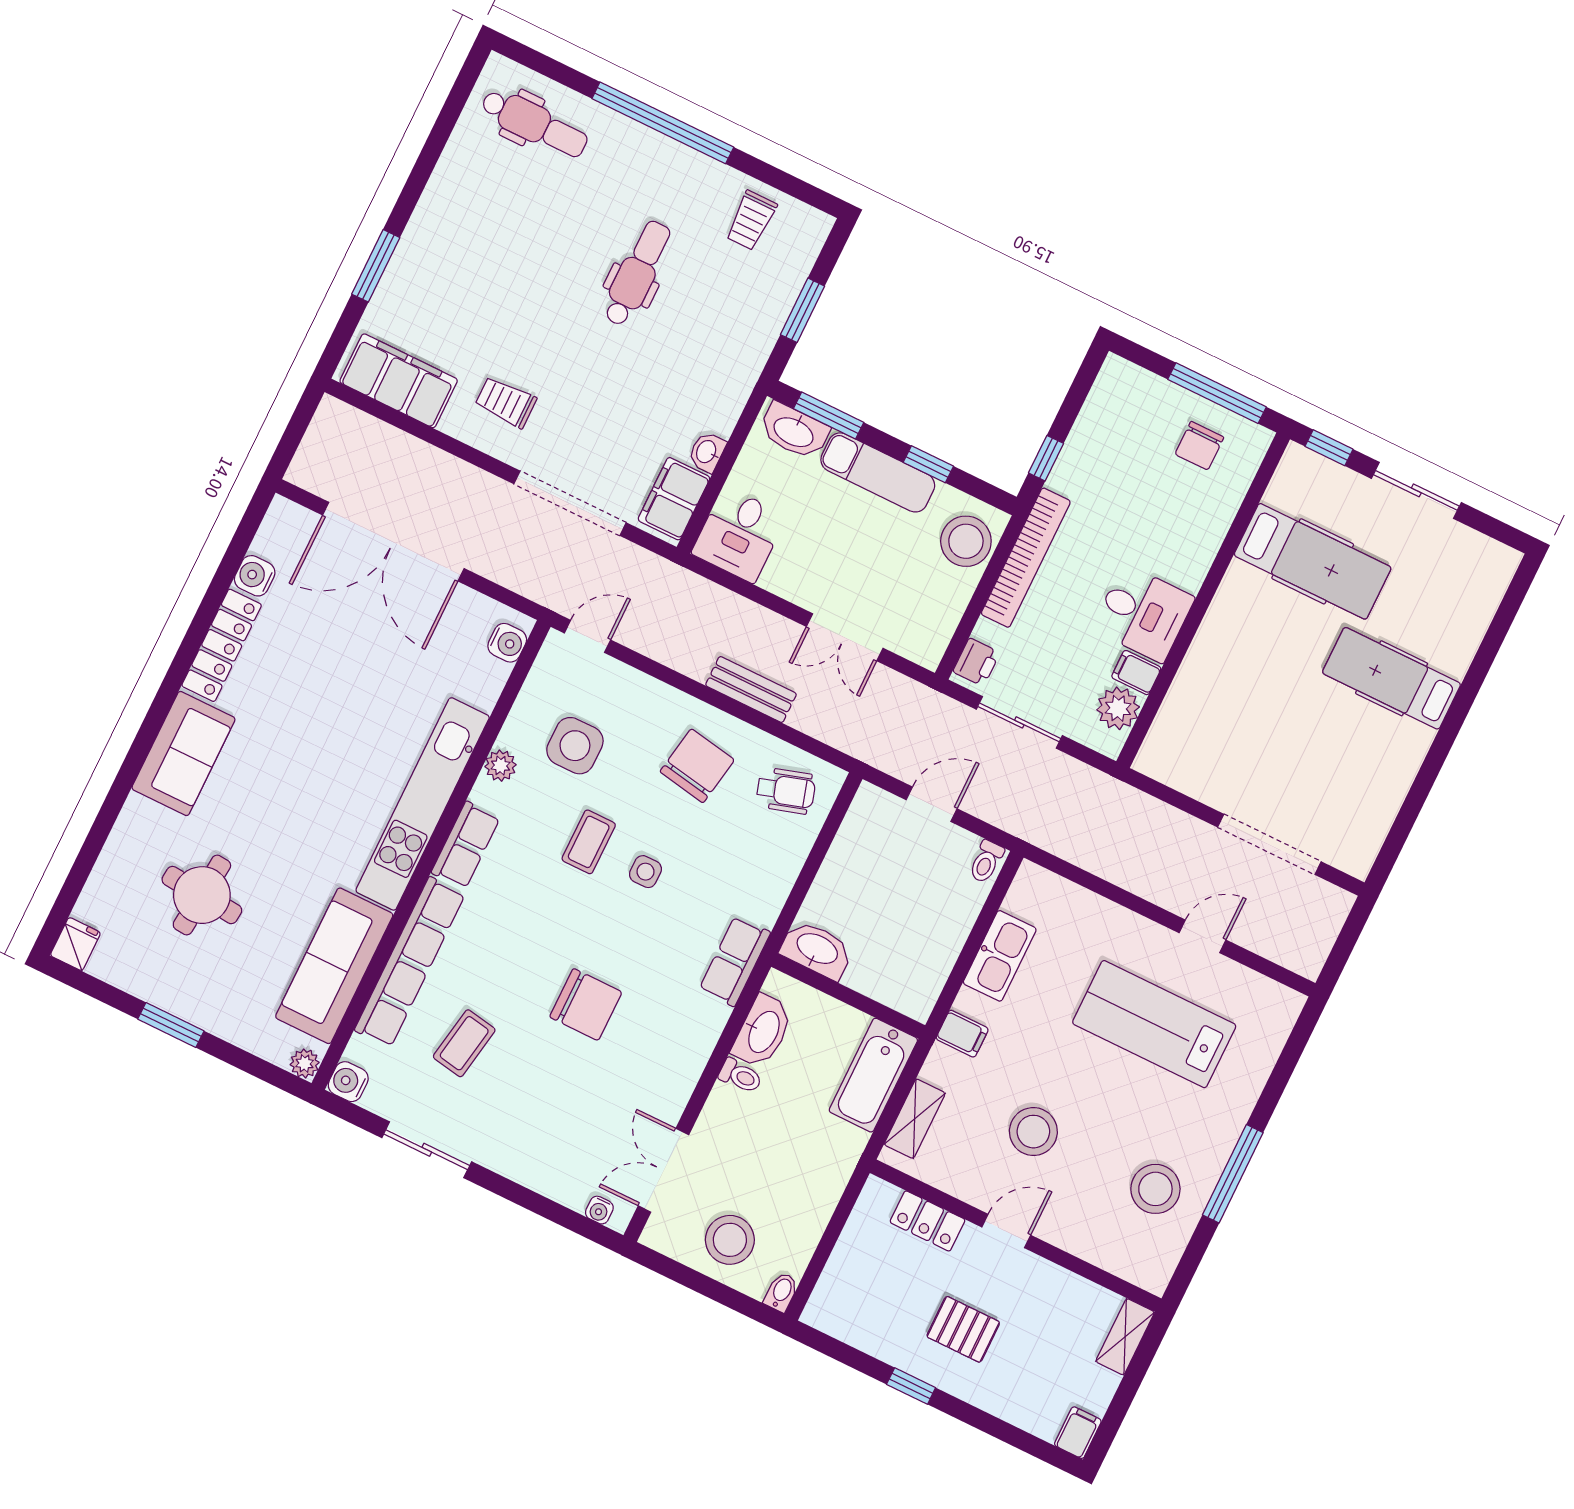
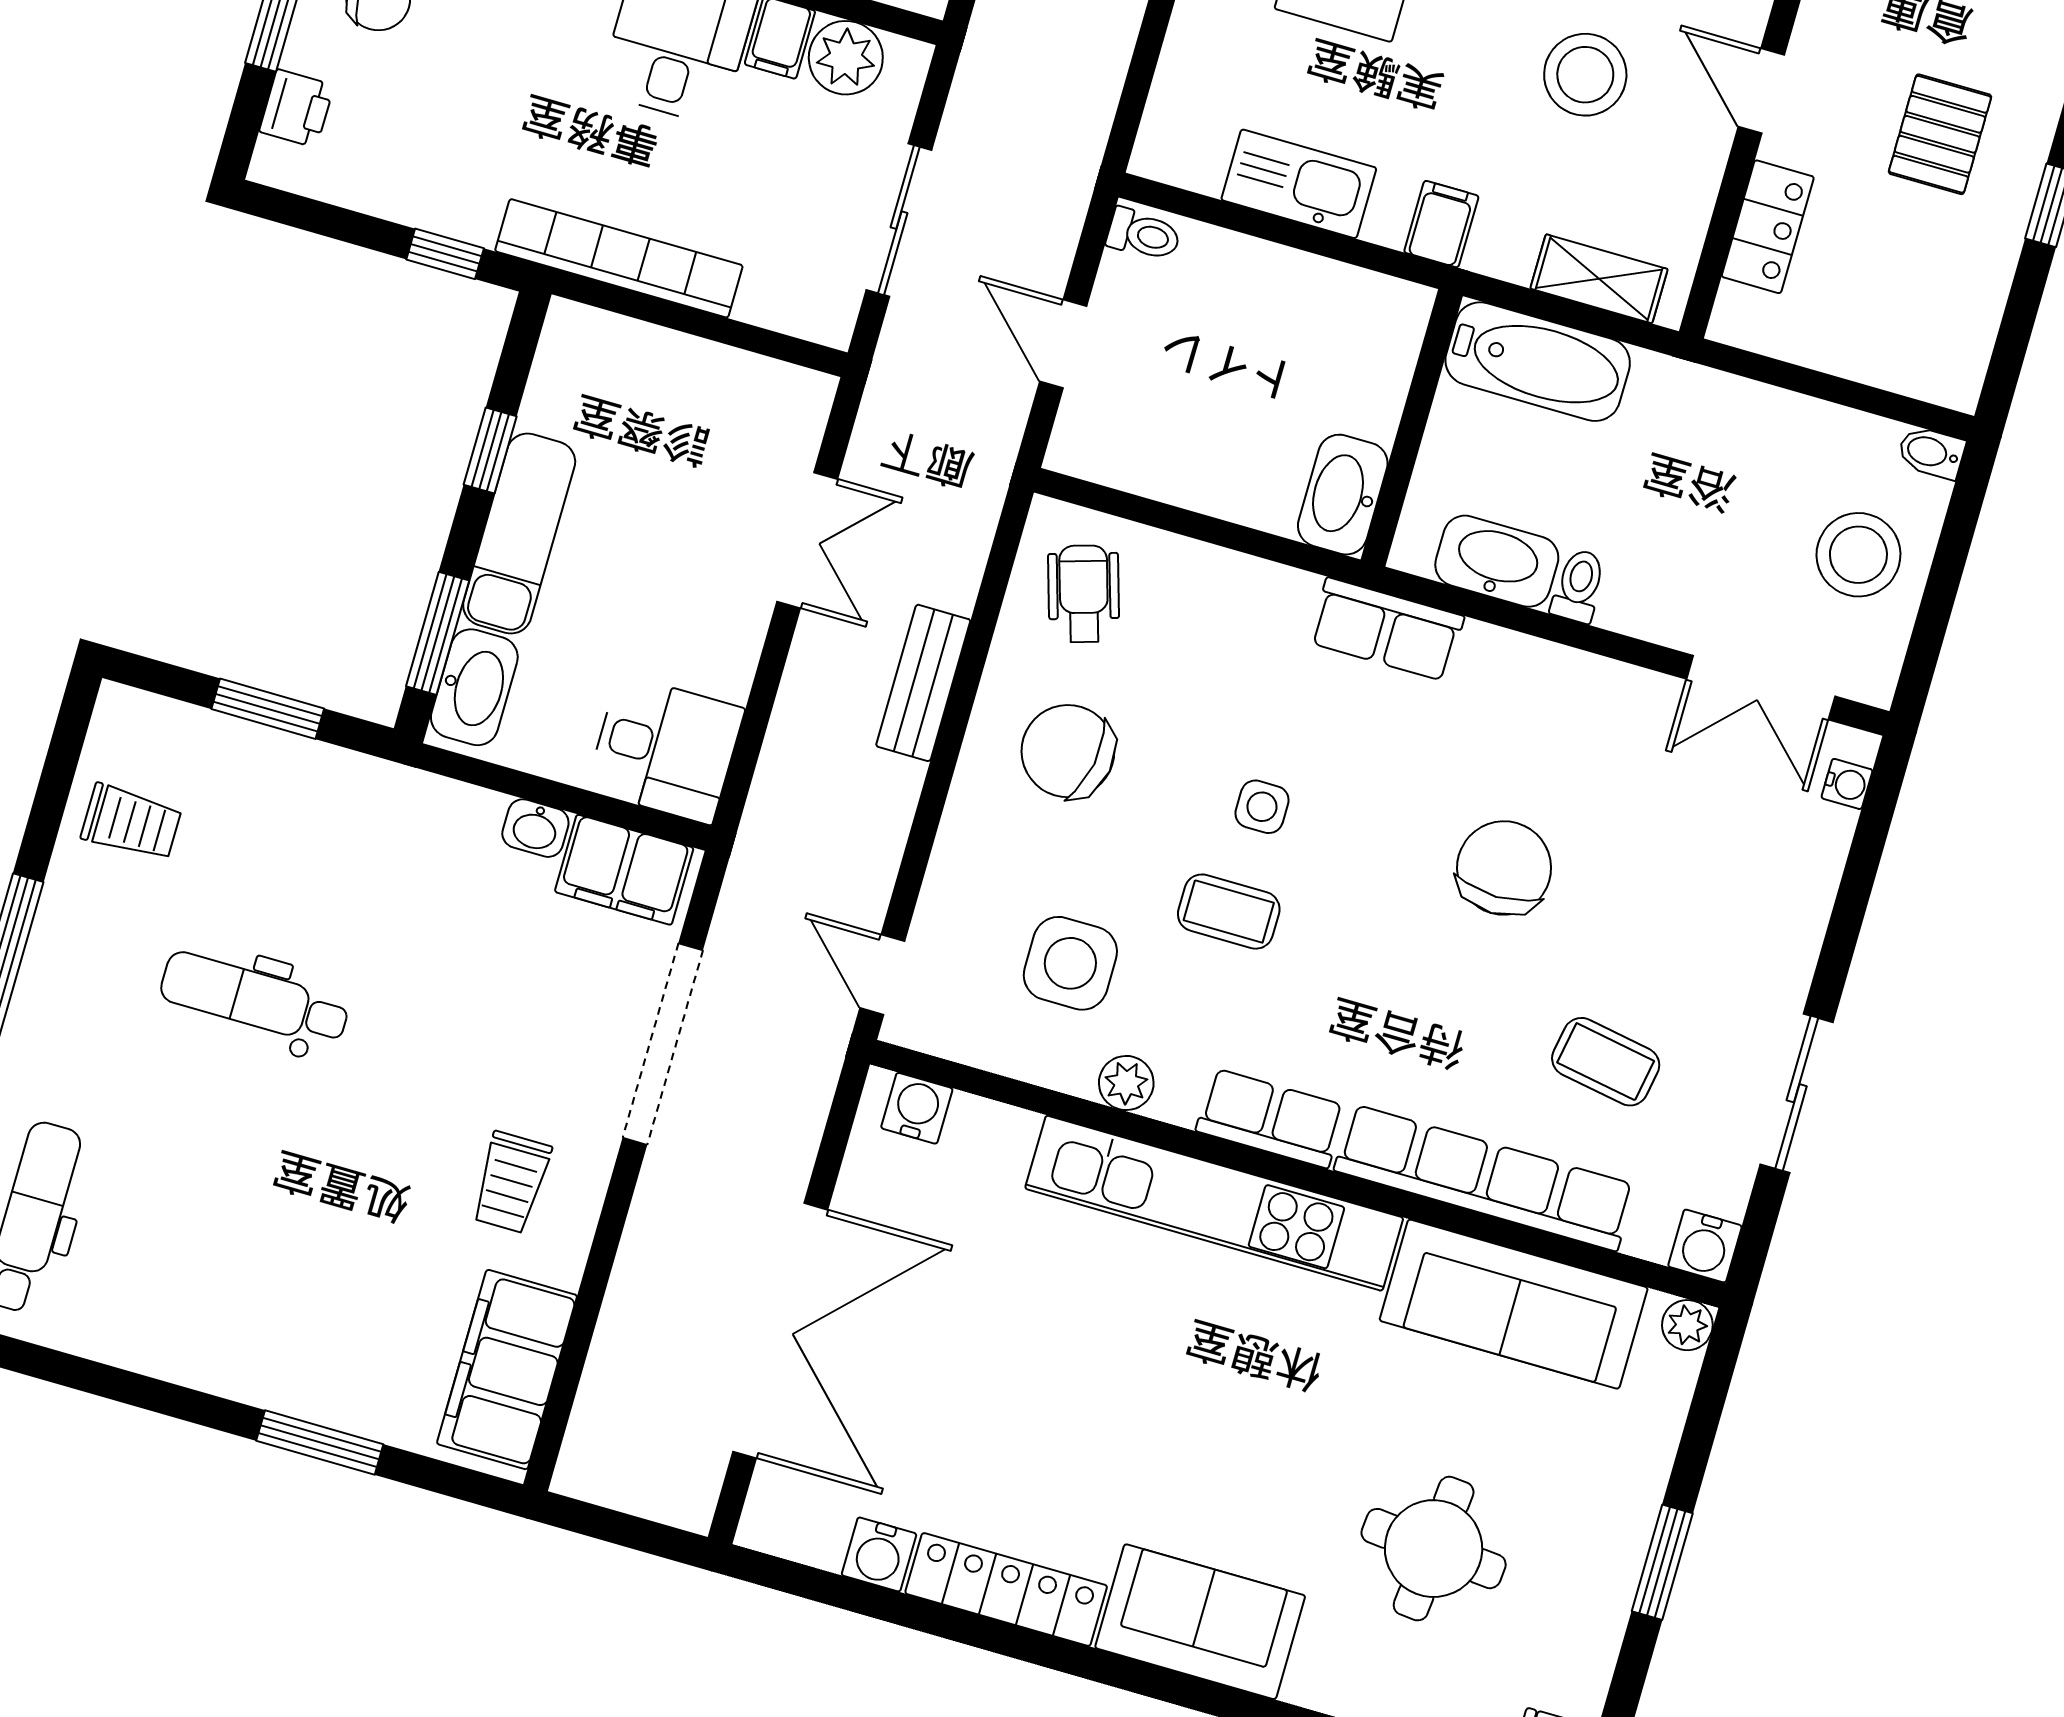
stool: (966, 541) -> (609, 364), removed
printer: (976, 662) -> (297, 108), moved, turned 90

